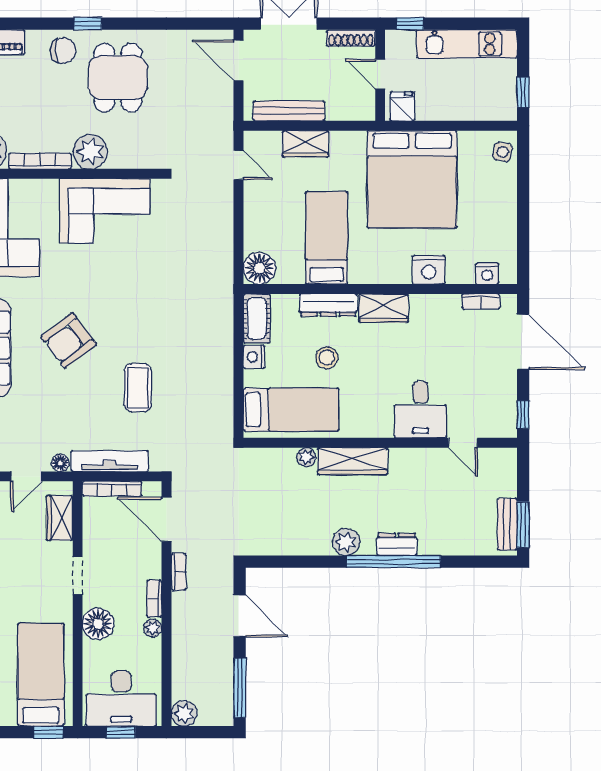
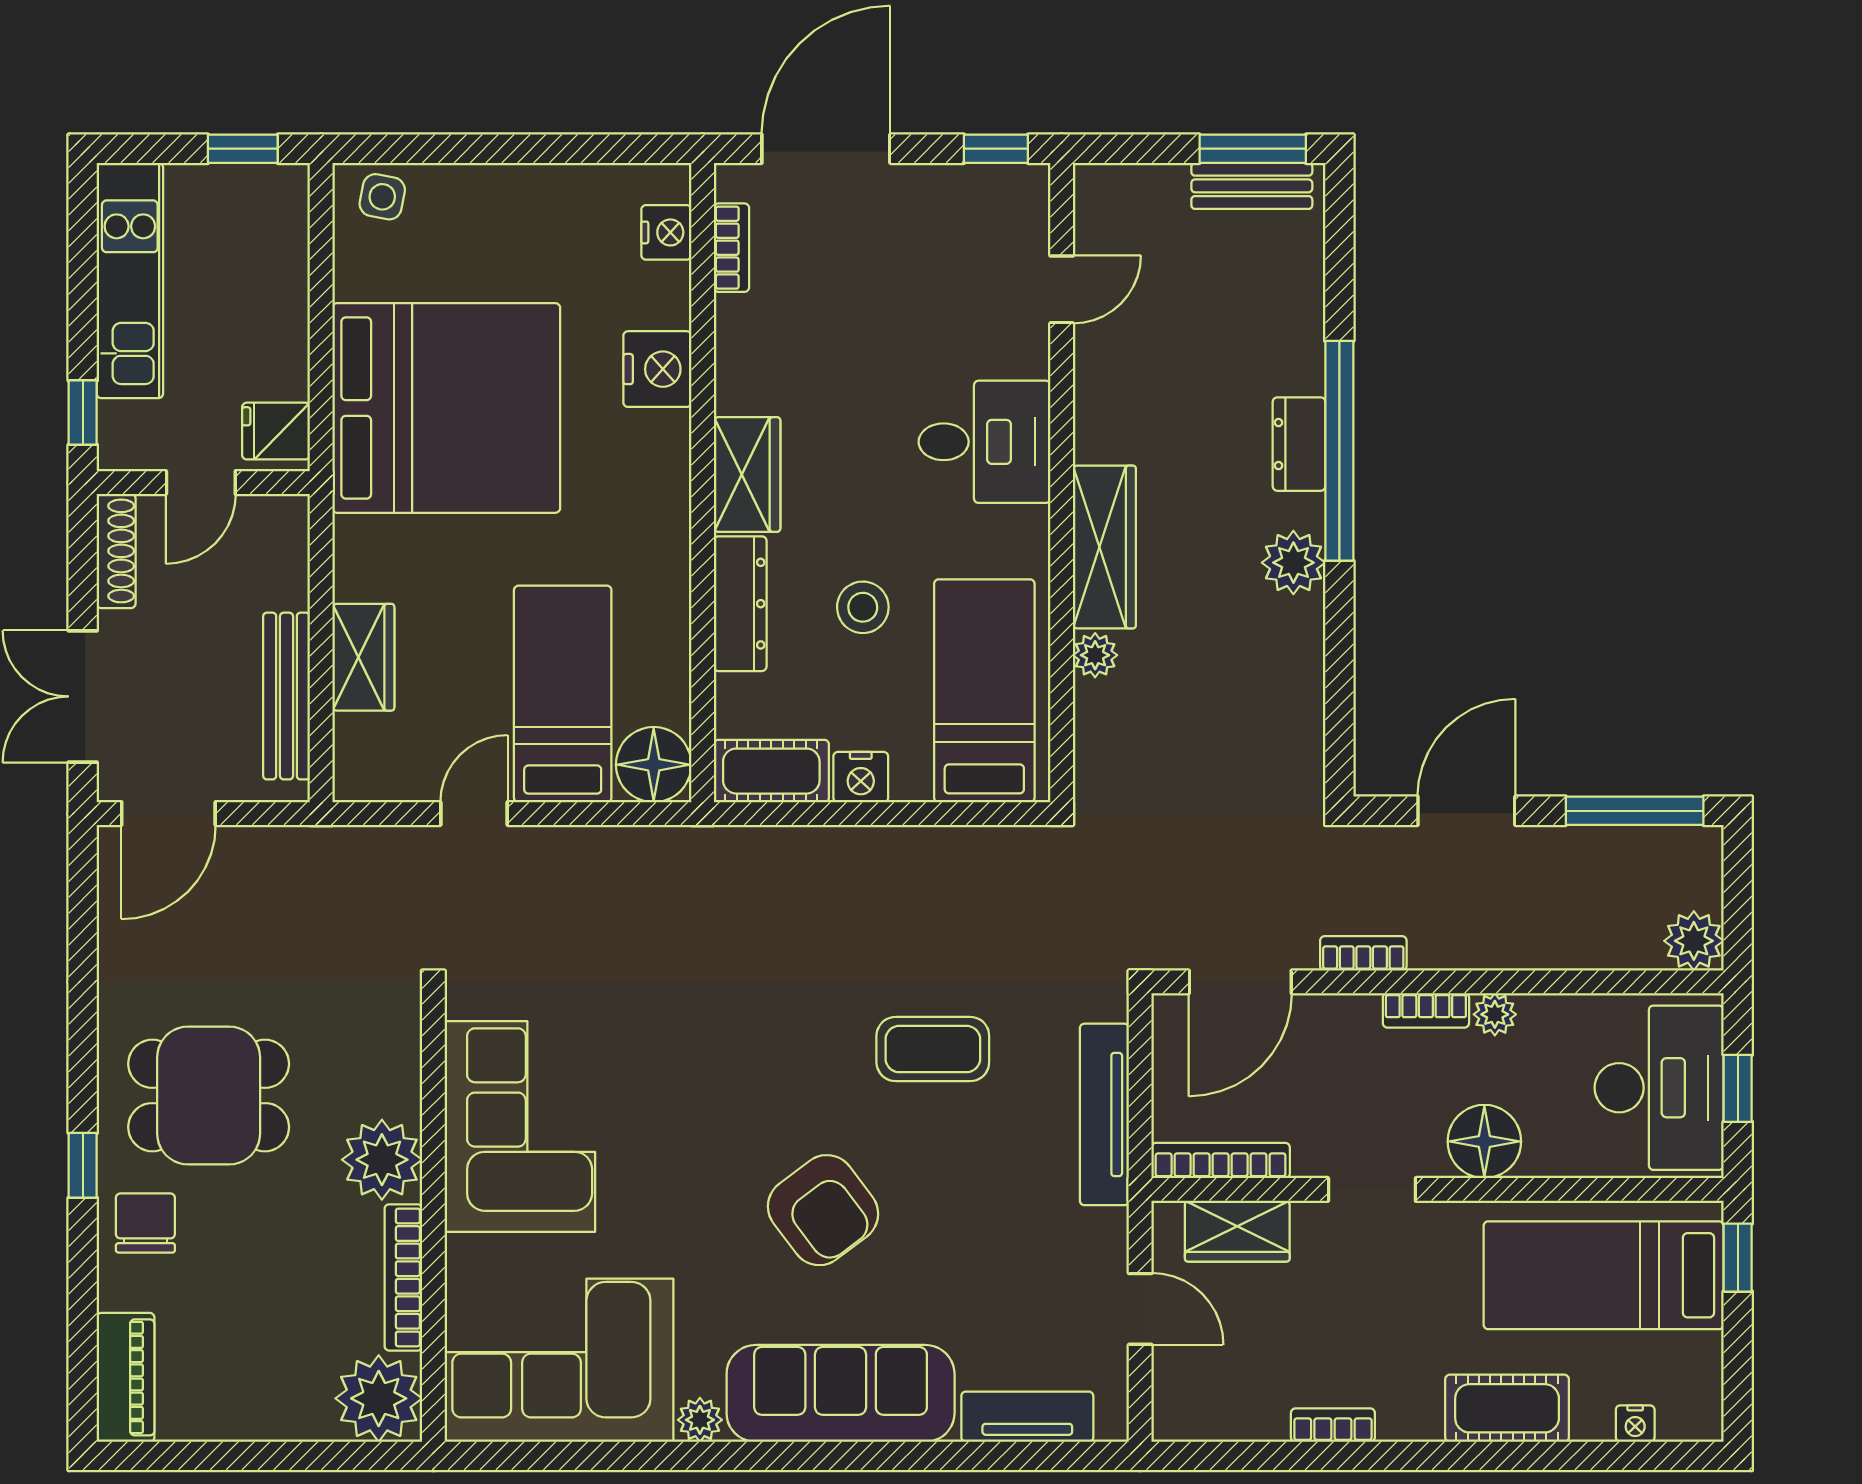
door: (238, 165) -> (474, 814), moved
bed: (327, 238) -> (563, 694), moved, turned 90
desk: (421, 410) -> (985, 442), moved
floor lamp: (60, 463) -> (1109, 1230), removed
bookcase: (112, 489) -> (1221, 1161), moved, turned -90

